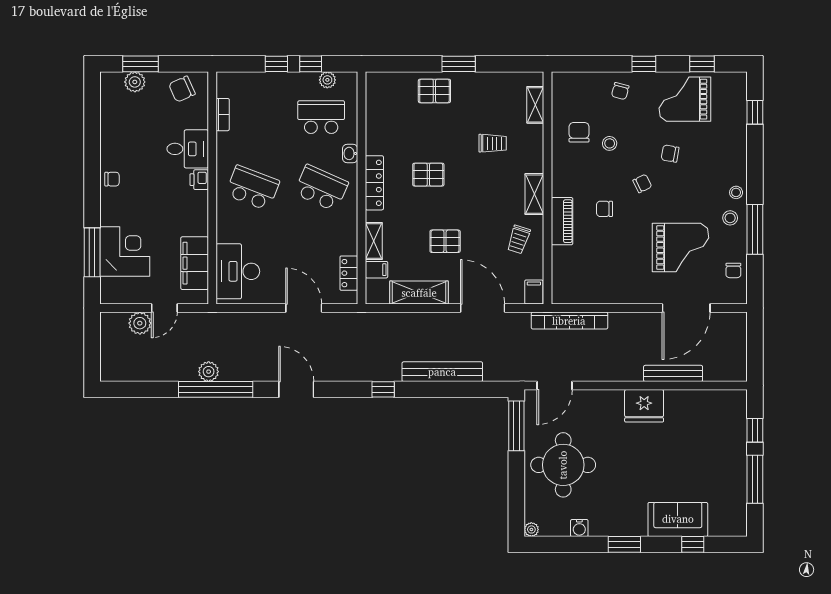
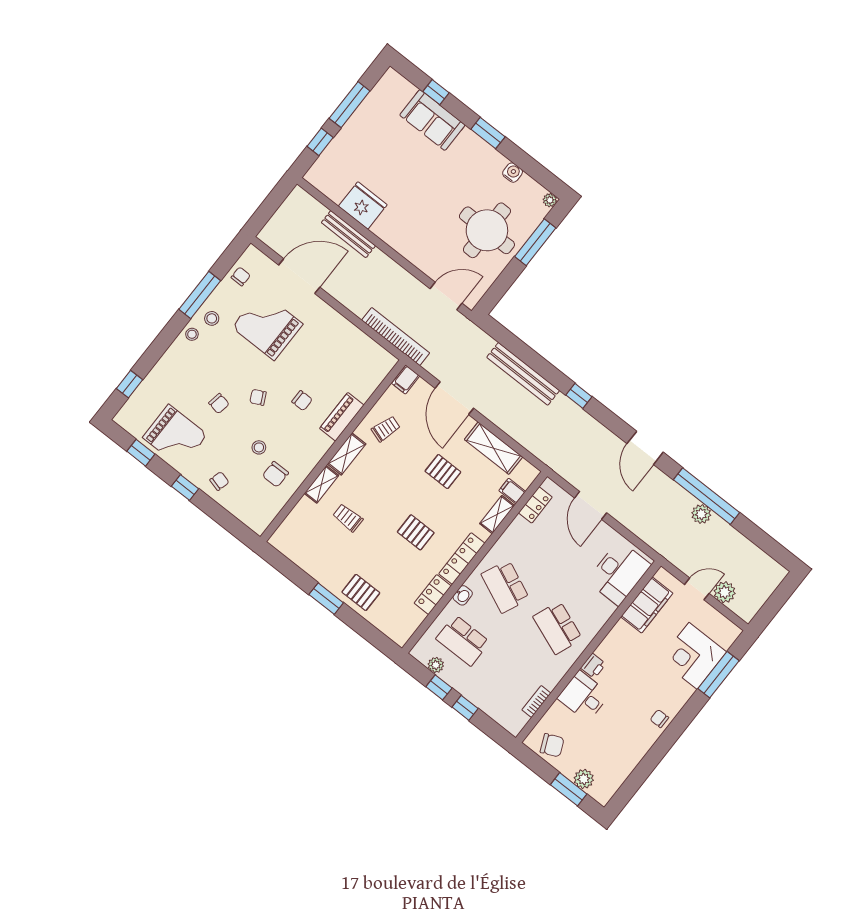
shelving: (535, 105) -> (321, 484), moved
locker: (375, 135) -> (433, 595), added
fridge: (644, 406) -> (363, 205), moved
window: (516, 426) -> (535, 242), moved

